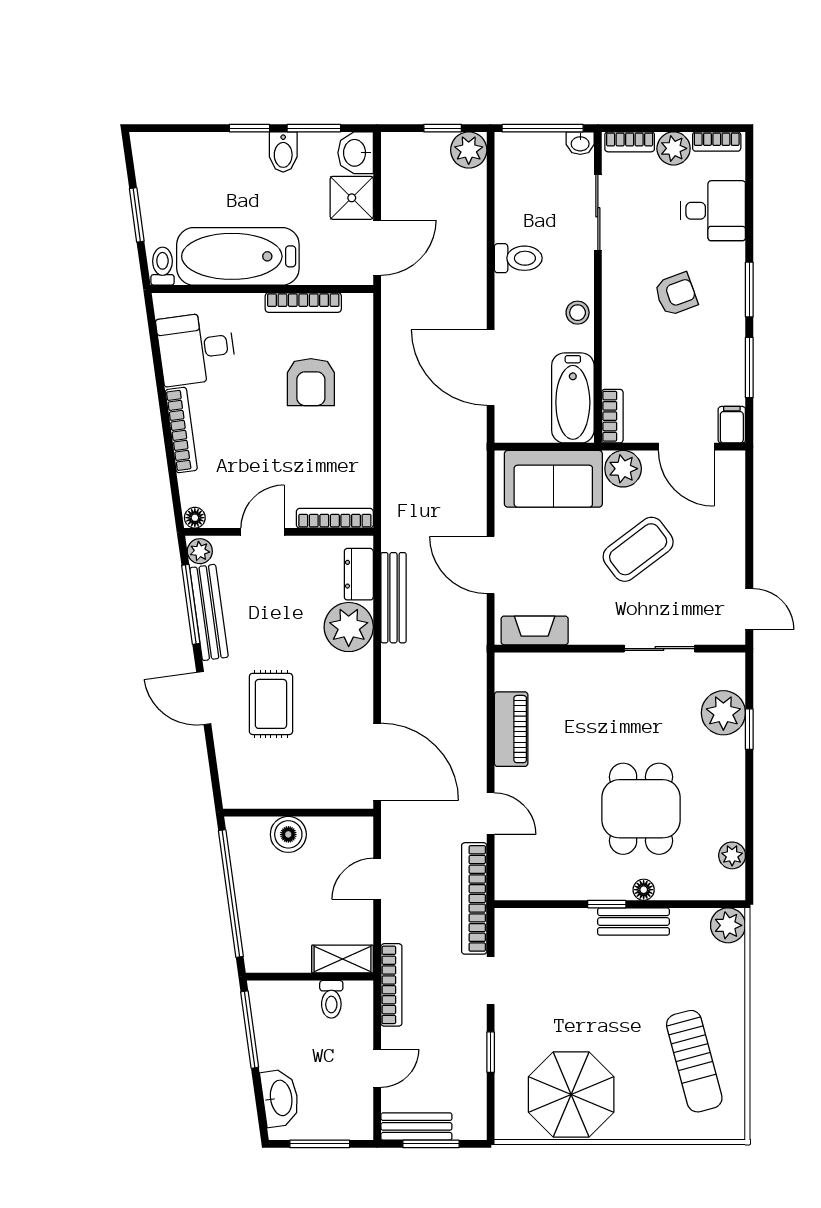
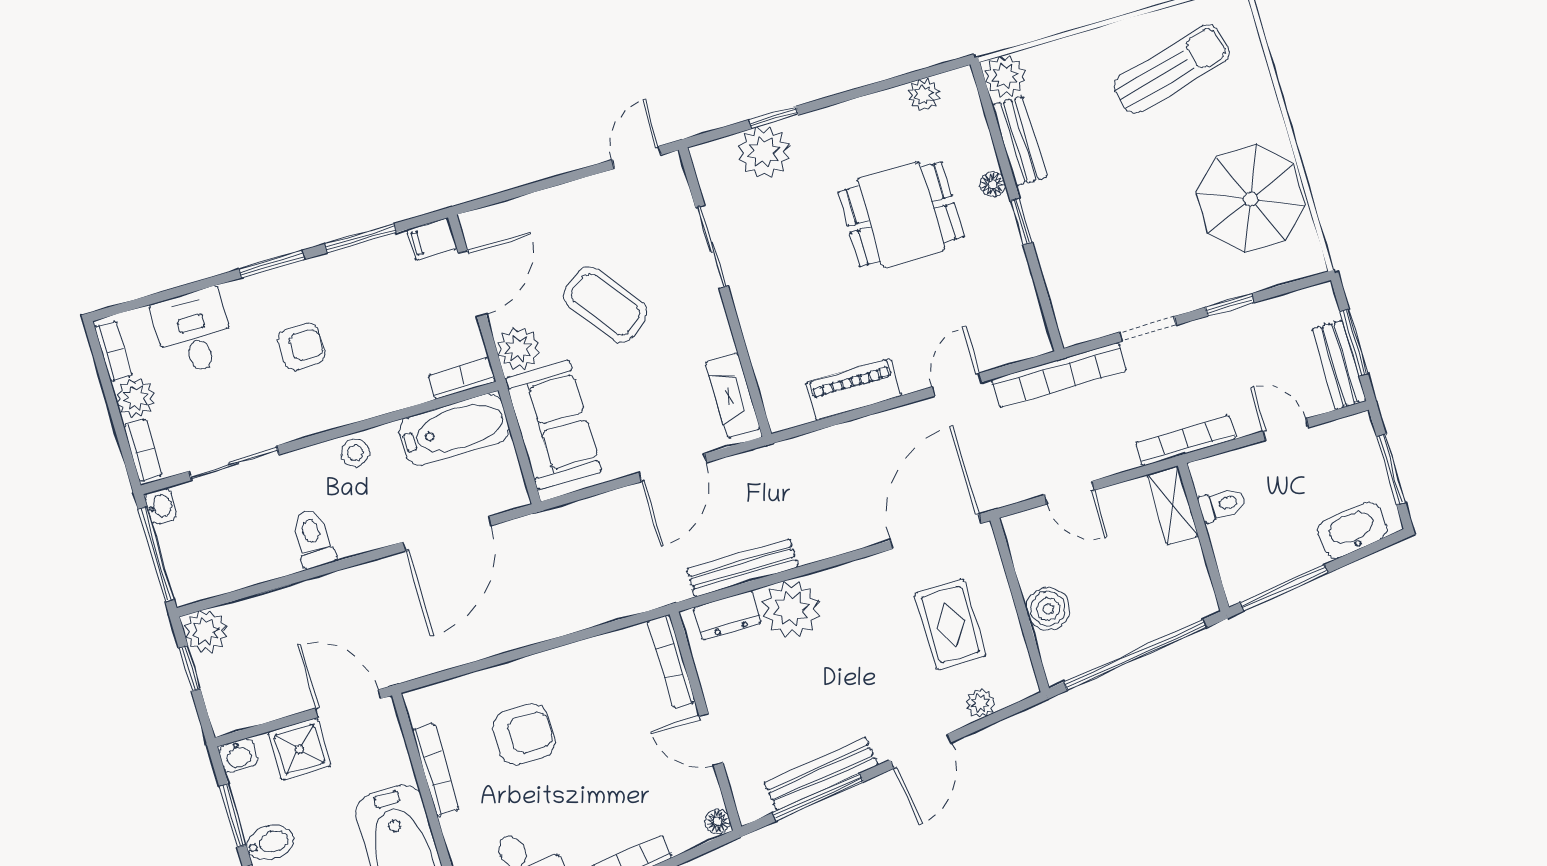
washbasin: (356, 153) -> (238, 755), width x0.72, depth x0.69
armchair: (676, 294) -> (301, 347), turned 110
plant: (200, 551) -> (981, 703), moved
rug: (271, 704) -> (950, 624), moved, turned 90
bench: (633, 922) -> (1019, 141), moved

